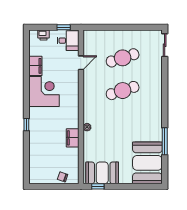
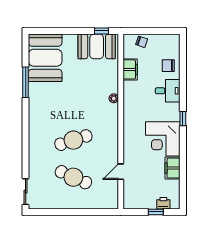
window: (64, 27) -> (156, 212), moved
desk: (68, 41) -> (168, 91), moved, turned 180
cafe table: (123, 58) -> (73, 177), turned 42
window: (26, 125) -> (183, 119), moved
filing cabinet: (73, 138) -> (130, 69), moved
chair: (39, 156) -> (168, 66), added

